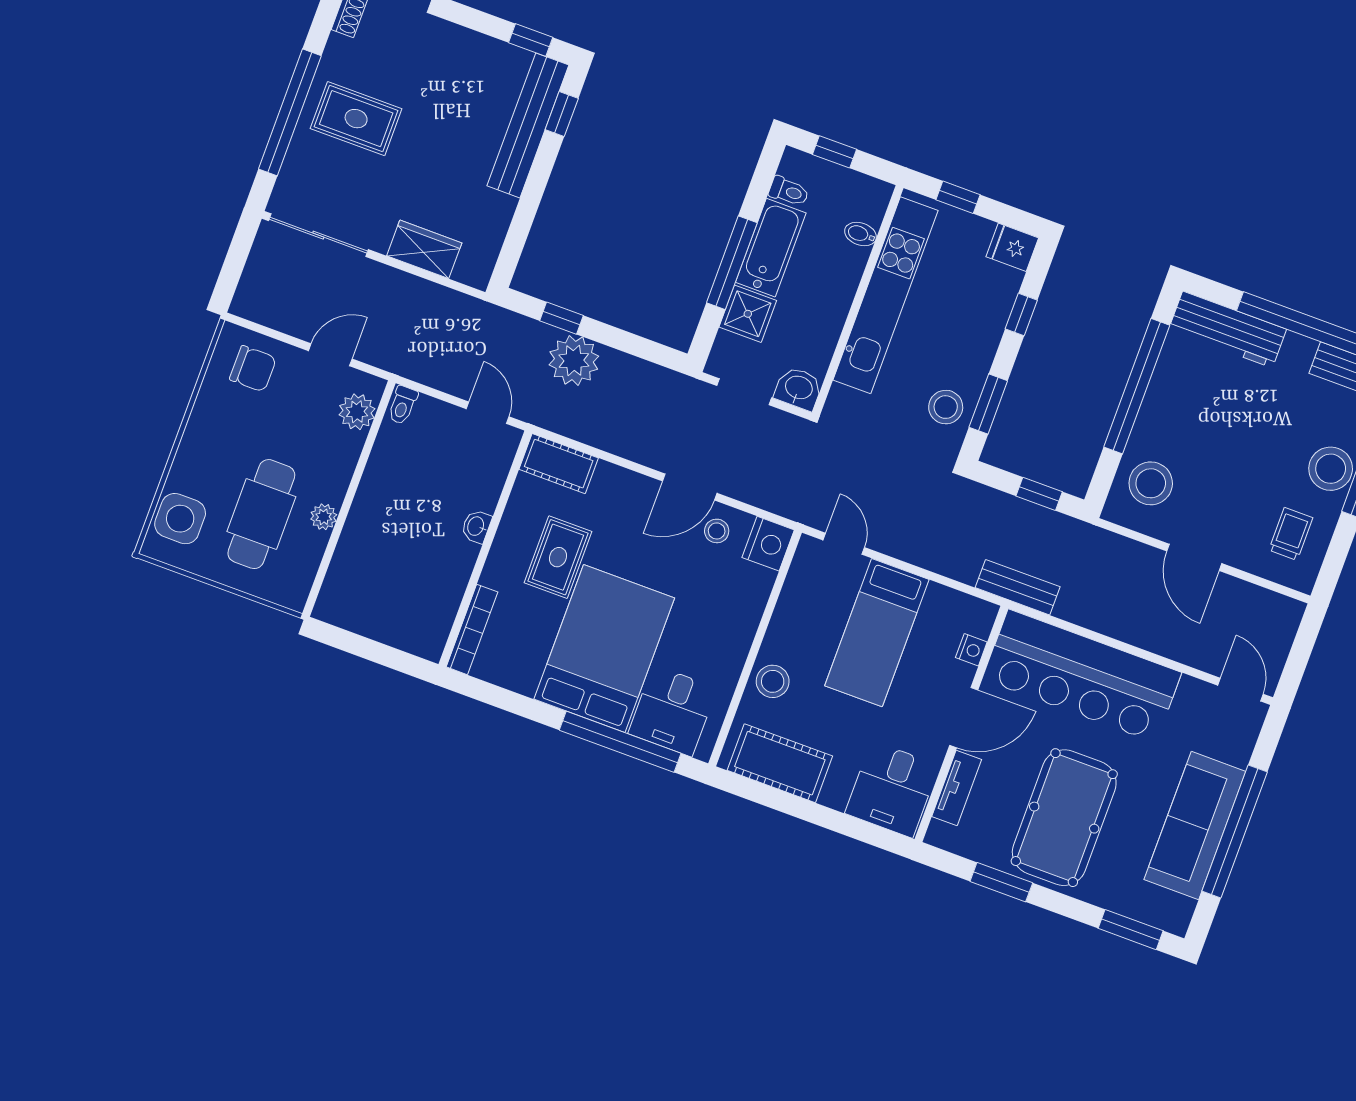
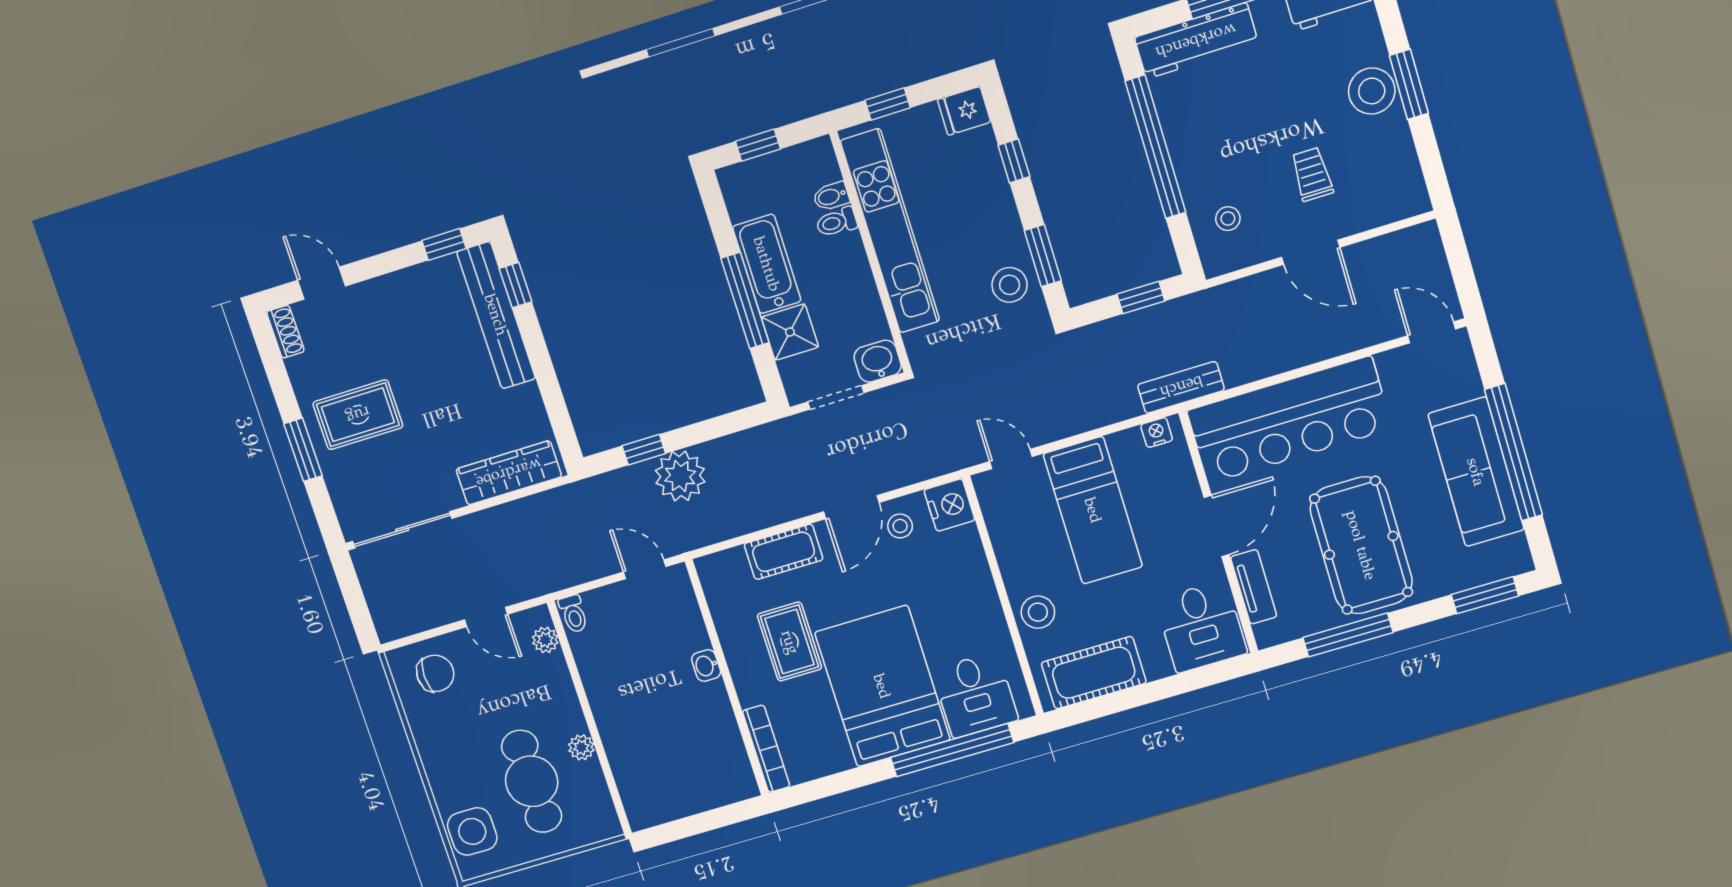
window: (290, 112) -> (303, 450), width x0.47
toilet: (789, 191) -> (837, 222), moved, turned 180
wardrobe: (424, 249) -> (509, 473), width x1.50
door: (330, 355) -> (486, 617), swing flipped
plant: (357, 412) -> (545, 640), width x0.73, depth x0.73
cot: (559, 464) -> (784, 552), moved
stool: (1151, 483) -> (1228, 219), width x0.53, depth x0.53
trolley: (1291, 534) -> (1312, 174), moved
nightstand: (971, 650) -> (1157, 432), moved, turned -90
window: (1001, 882) -> (1348, 635), width x1.44

